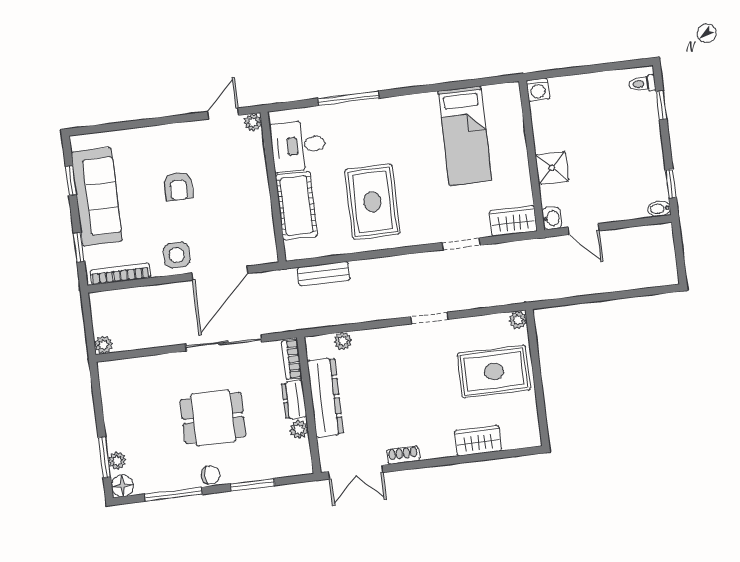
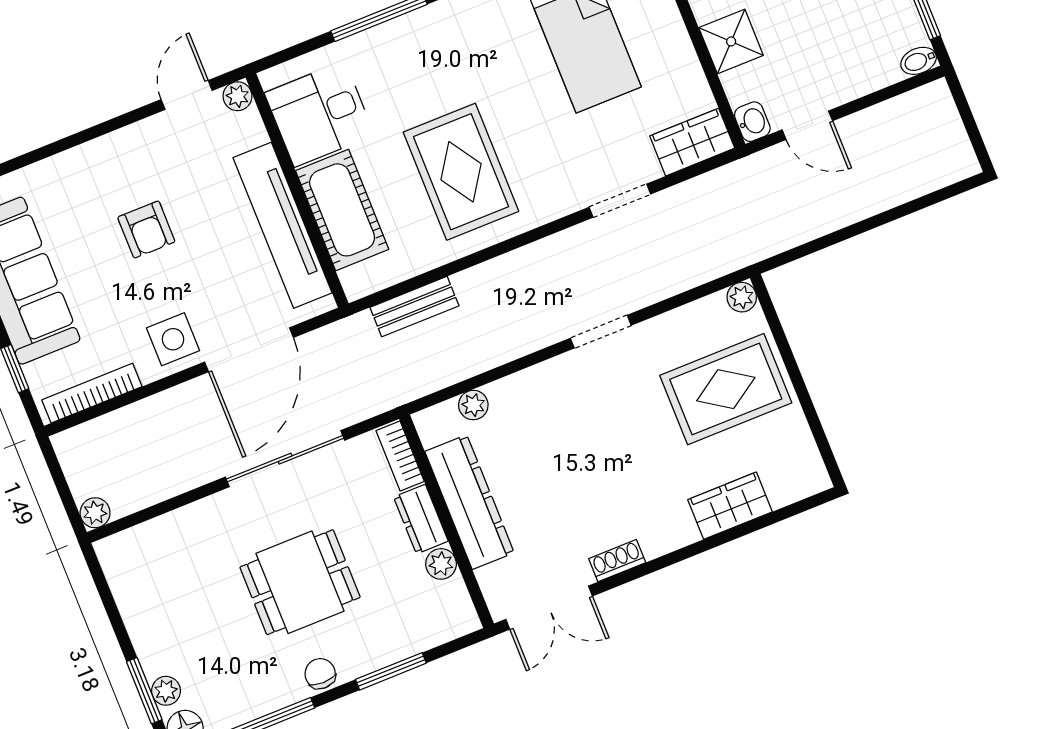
tv unit: (259, 205) -> (283, 225), added
chair: (210, 475) -> (320, 674), turned -90

